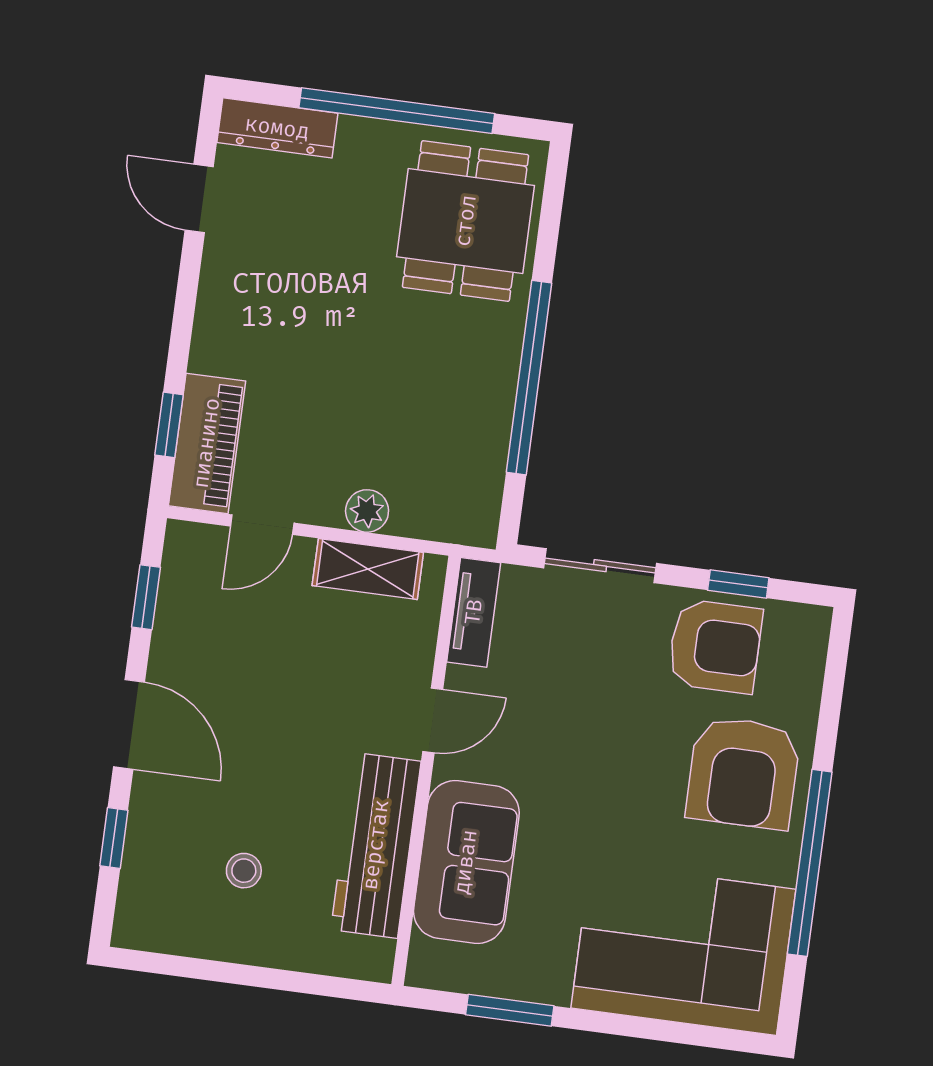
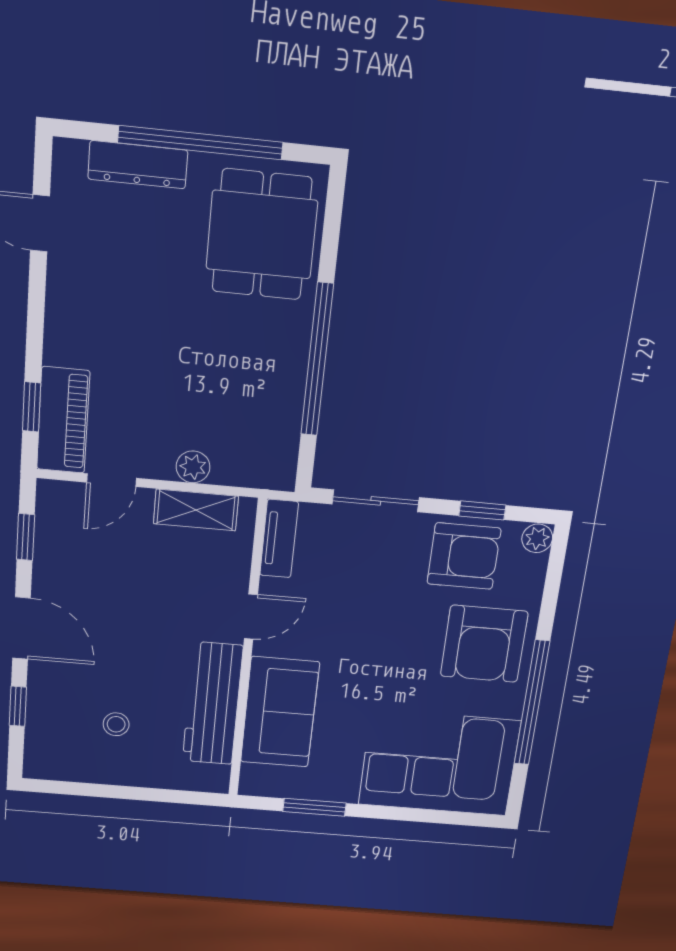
dresser: (277, 128) -> (138, 165), moved
plant: (811, 625) -> (537, 538), added

